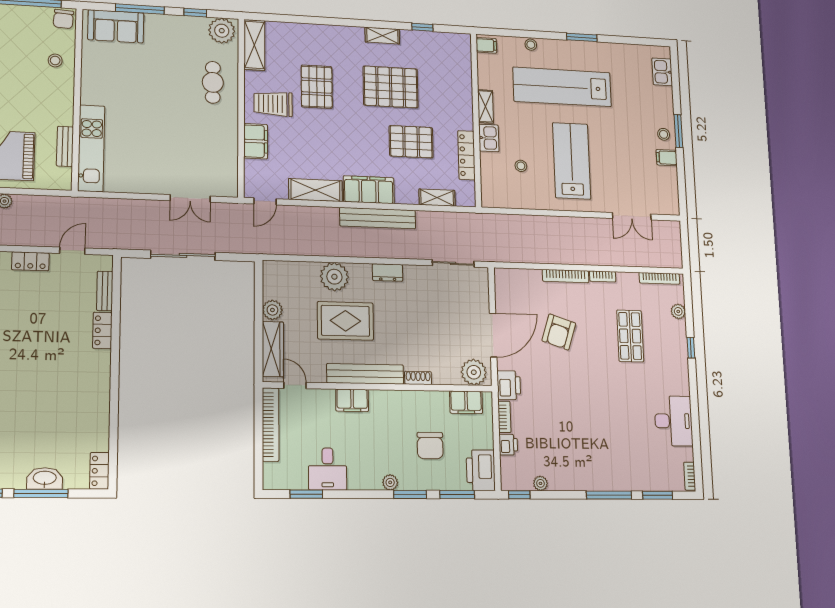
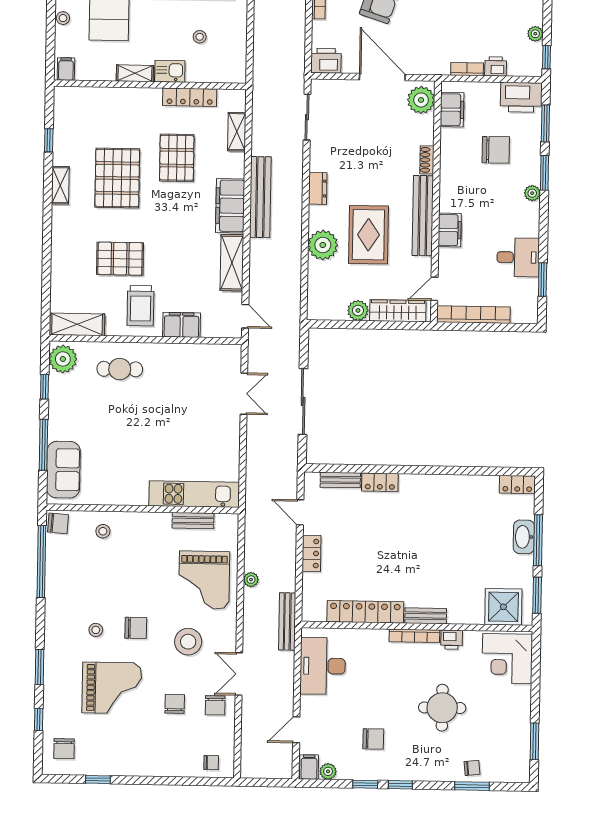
printer: (509, 385) -> (326, 61), moved

